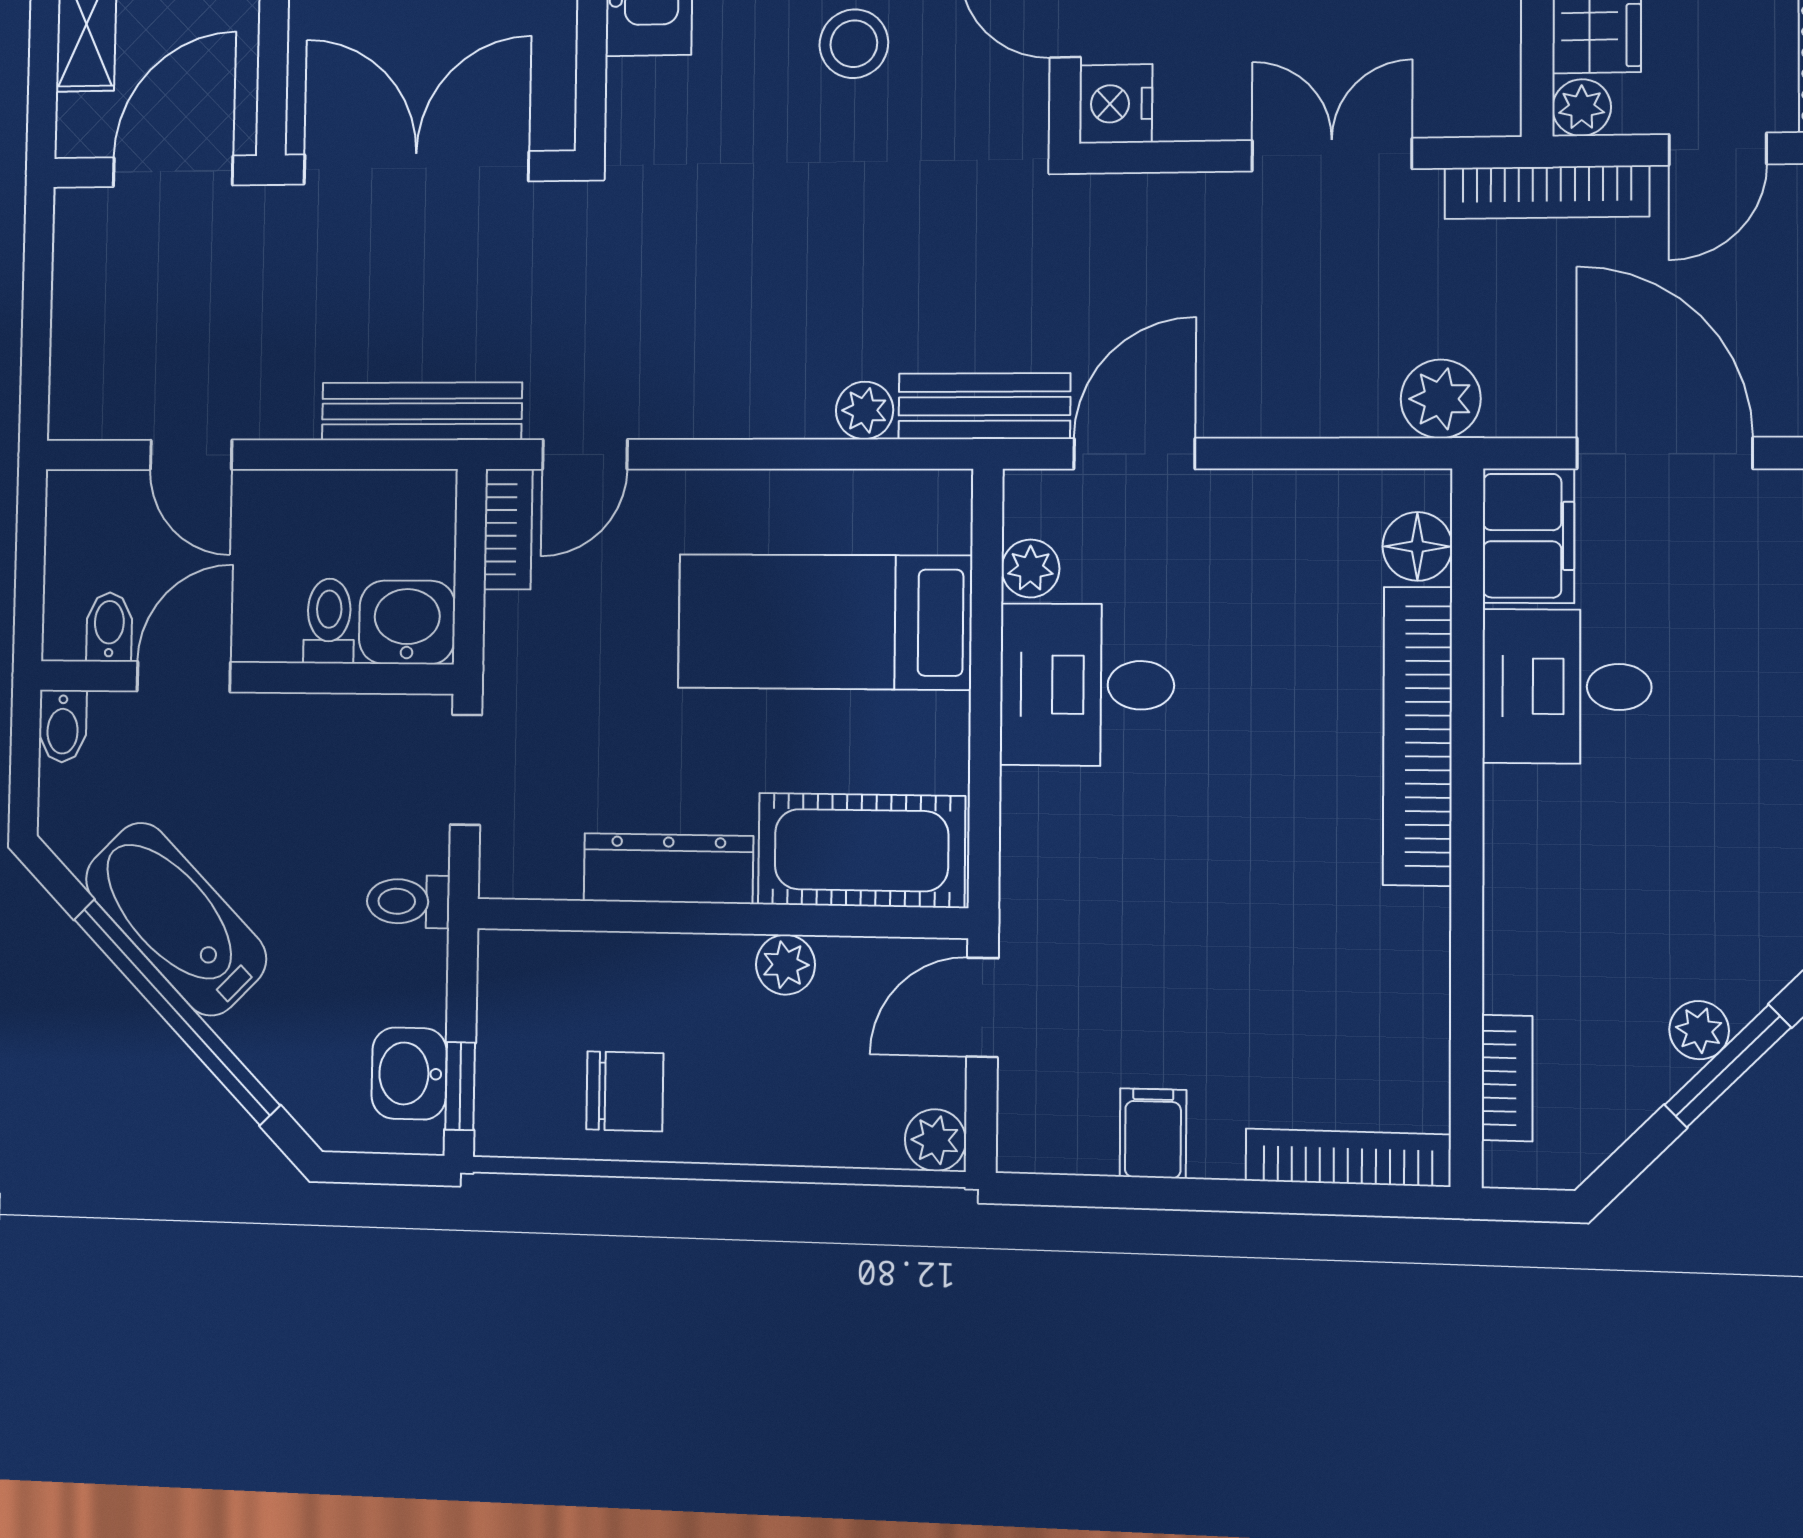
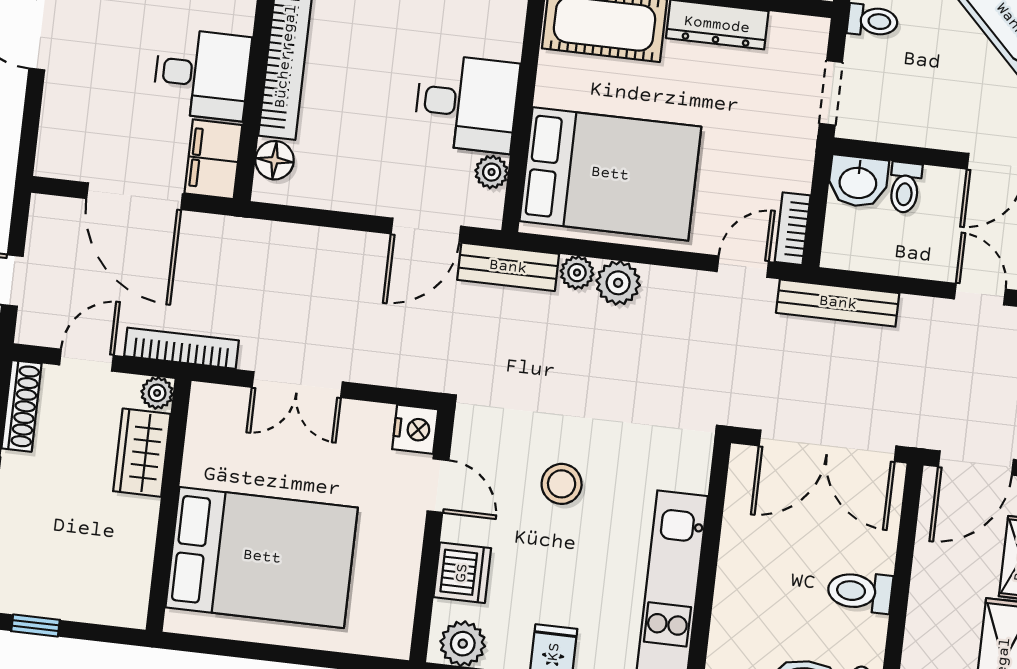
plant: (1441, 399) -> (618, 283), moved
bed: (824, 622) -> (610, 174), width x1.50

